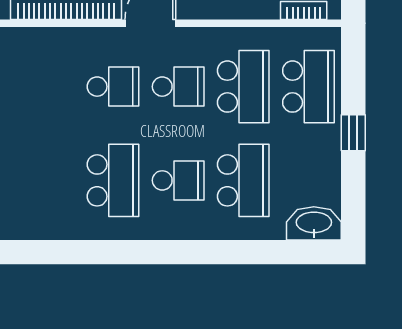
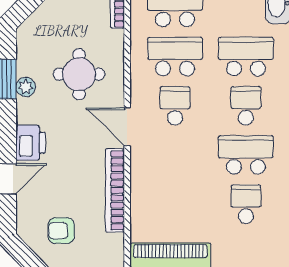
school desk: (113, 87) -> (246, 204), moved

